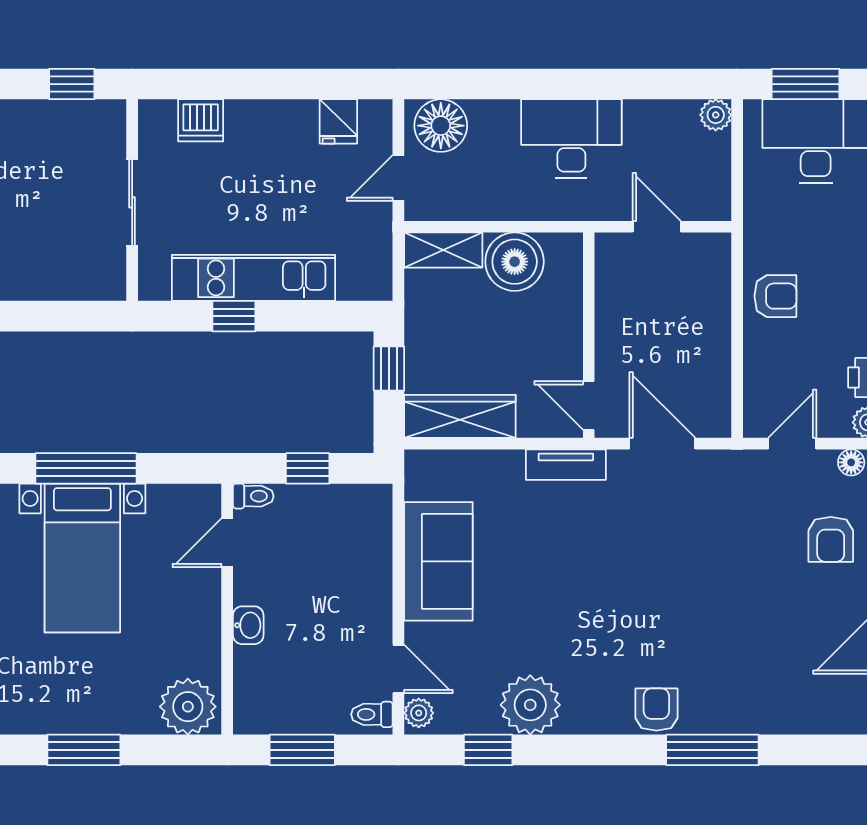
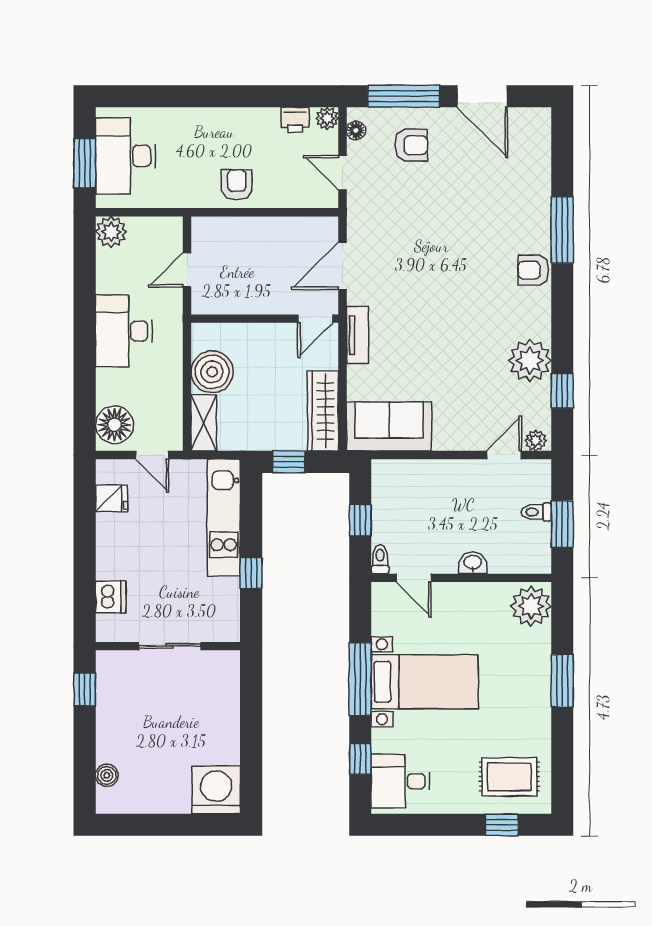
plant: (716, 115) -> (111, 232), width x1.38, depth x1.38
kitchen unit: (254, 278) -> (224, 518), moved
sofa: (438, 561) -> (389, 426), moved
toilet: (372, 714) -> (536, 512), moved, turned 90

